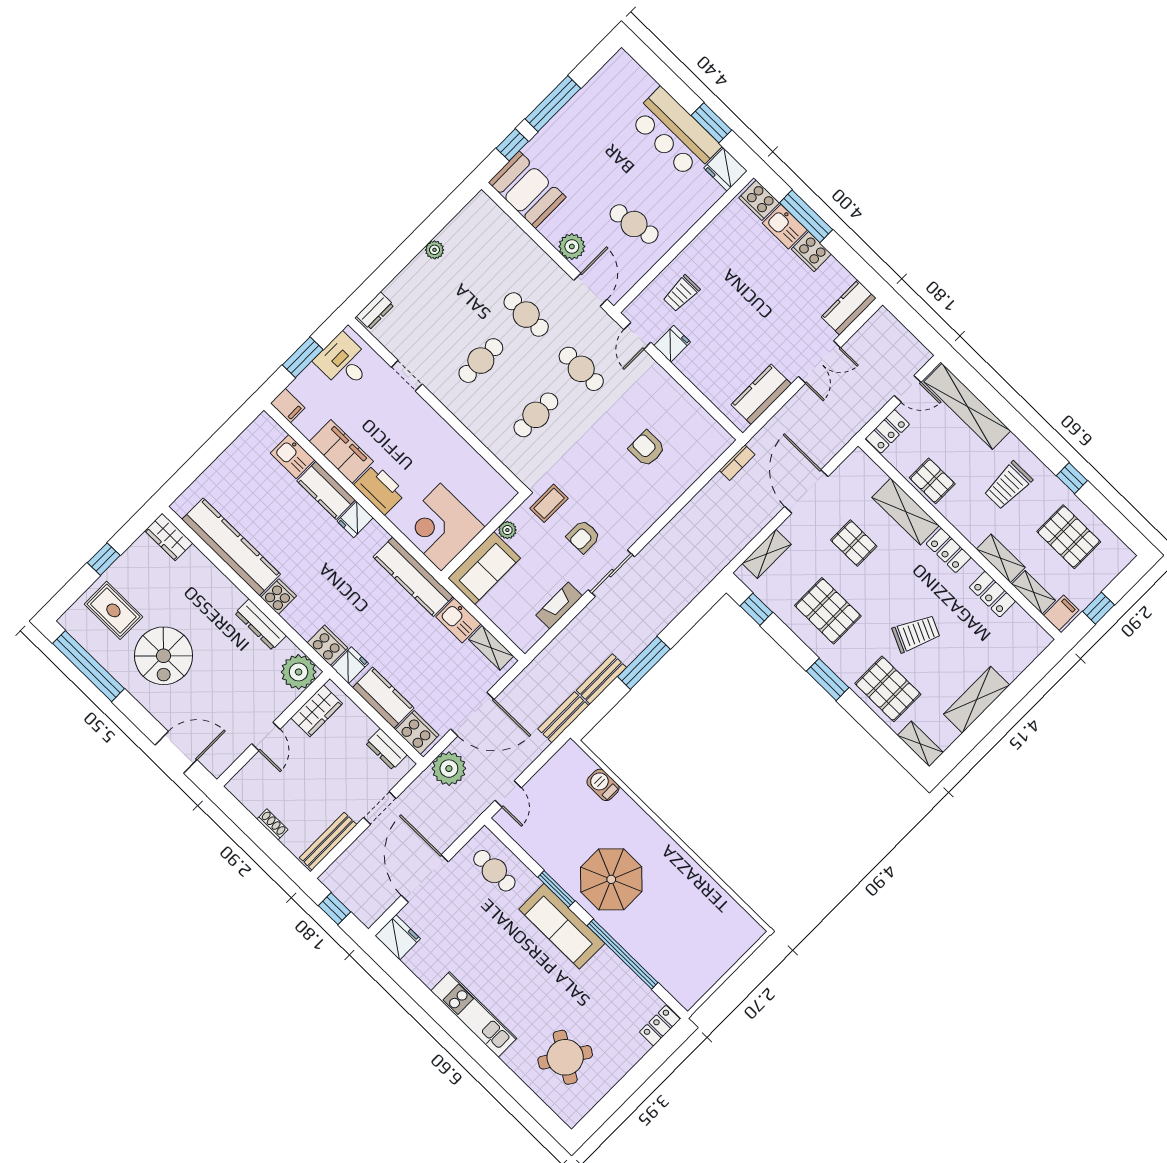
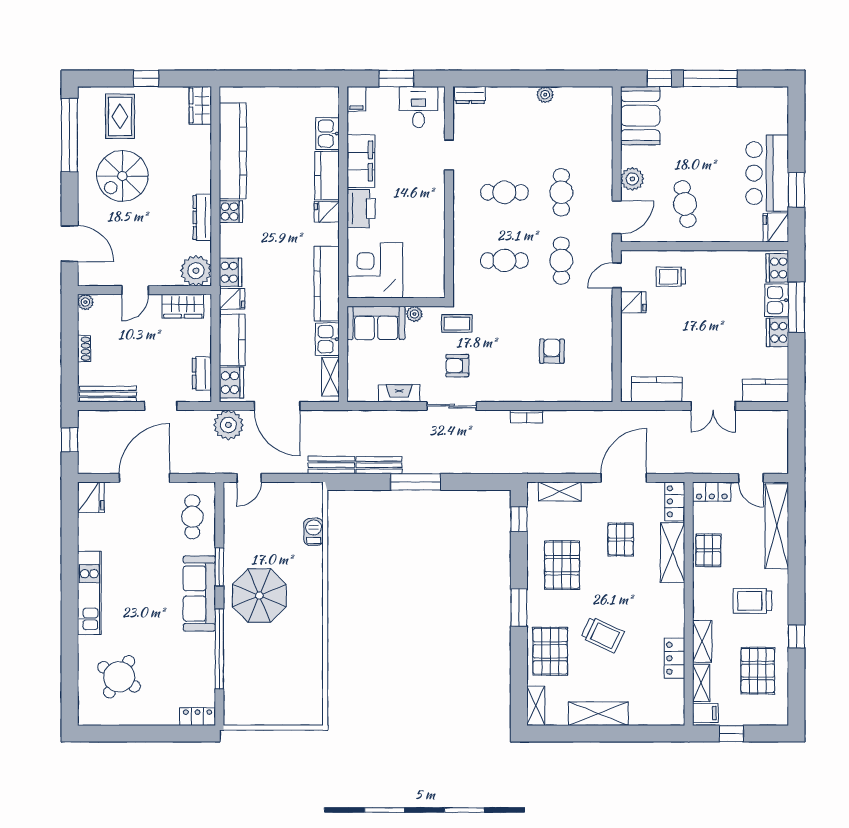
bookcase: (737, 463) -> (526, 416), moved
locker: (949, 550) -> (675, 501), moved
plant: (236, 786) -> (85, 302), added

